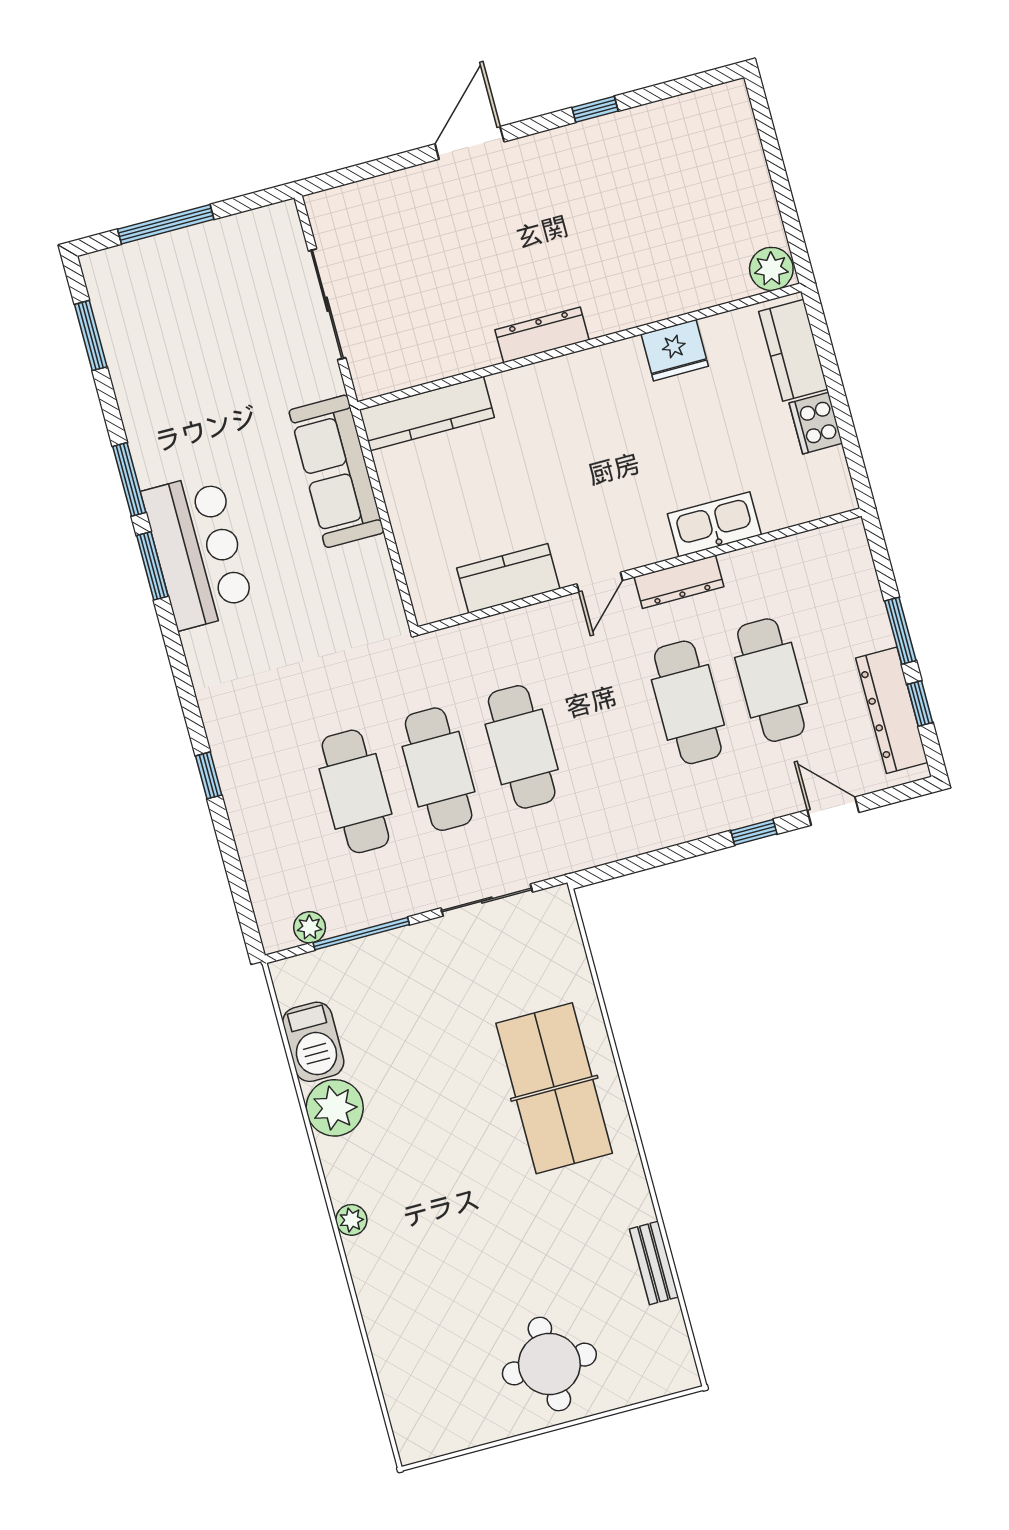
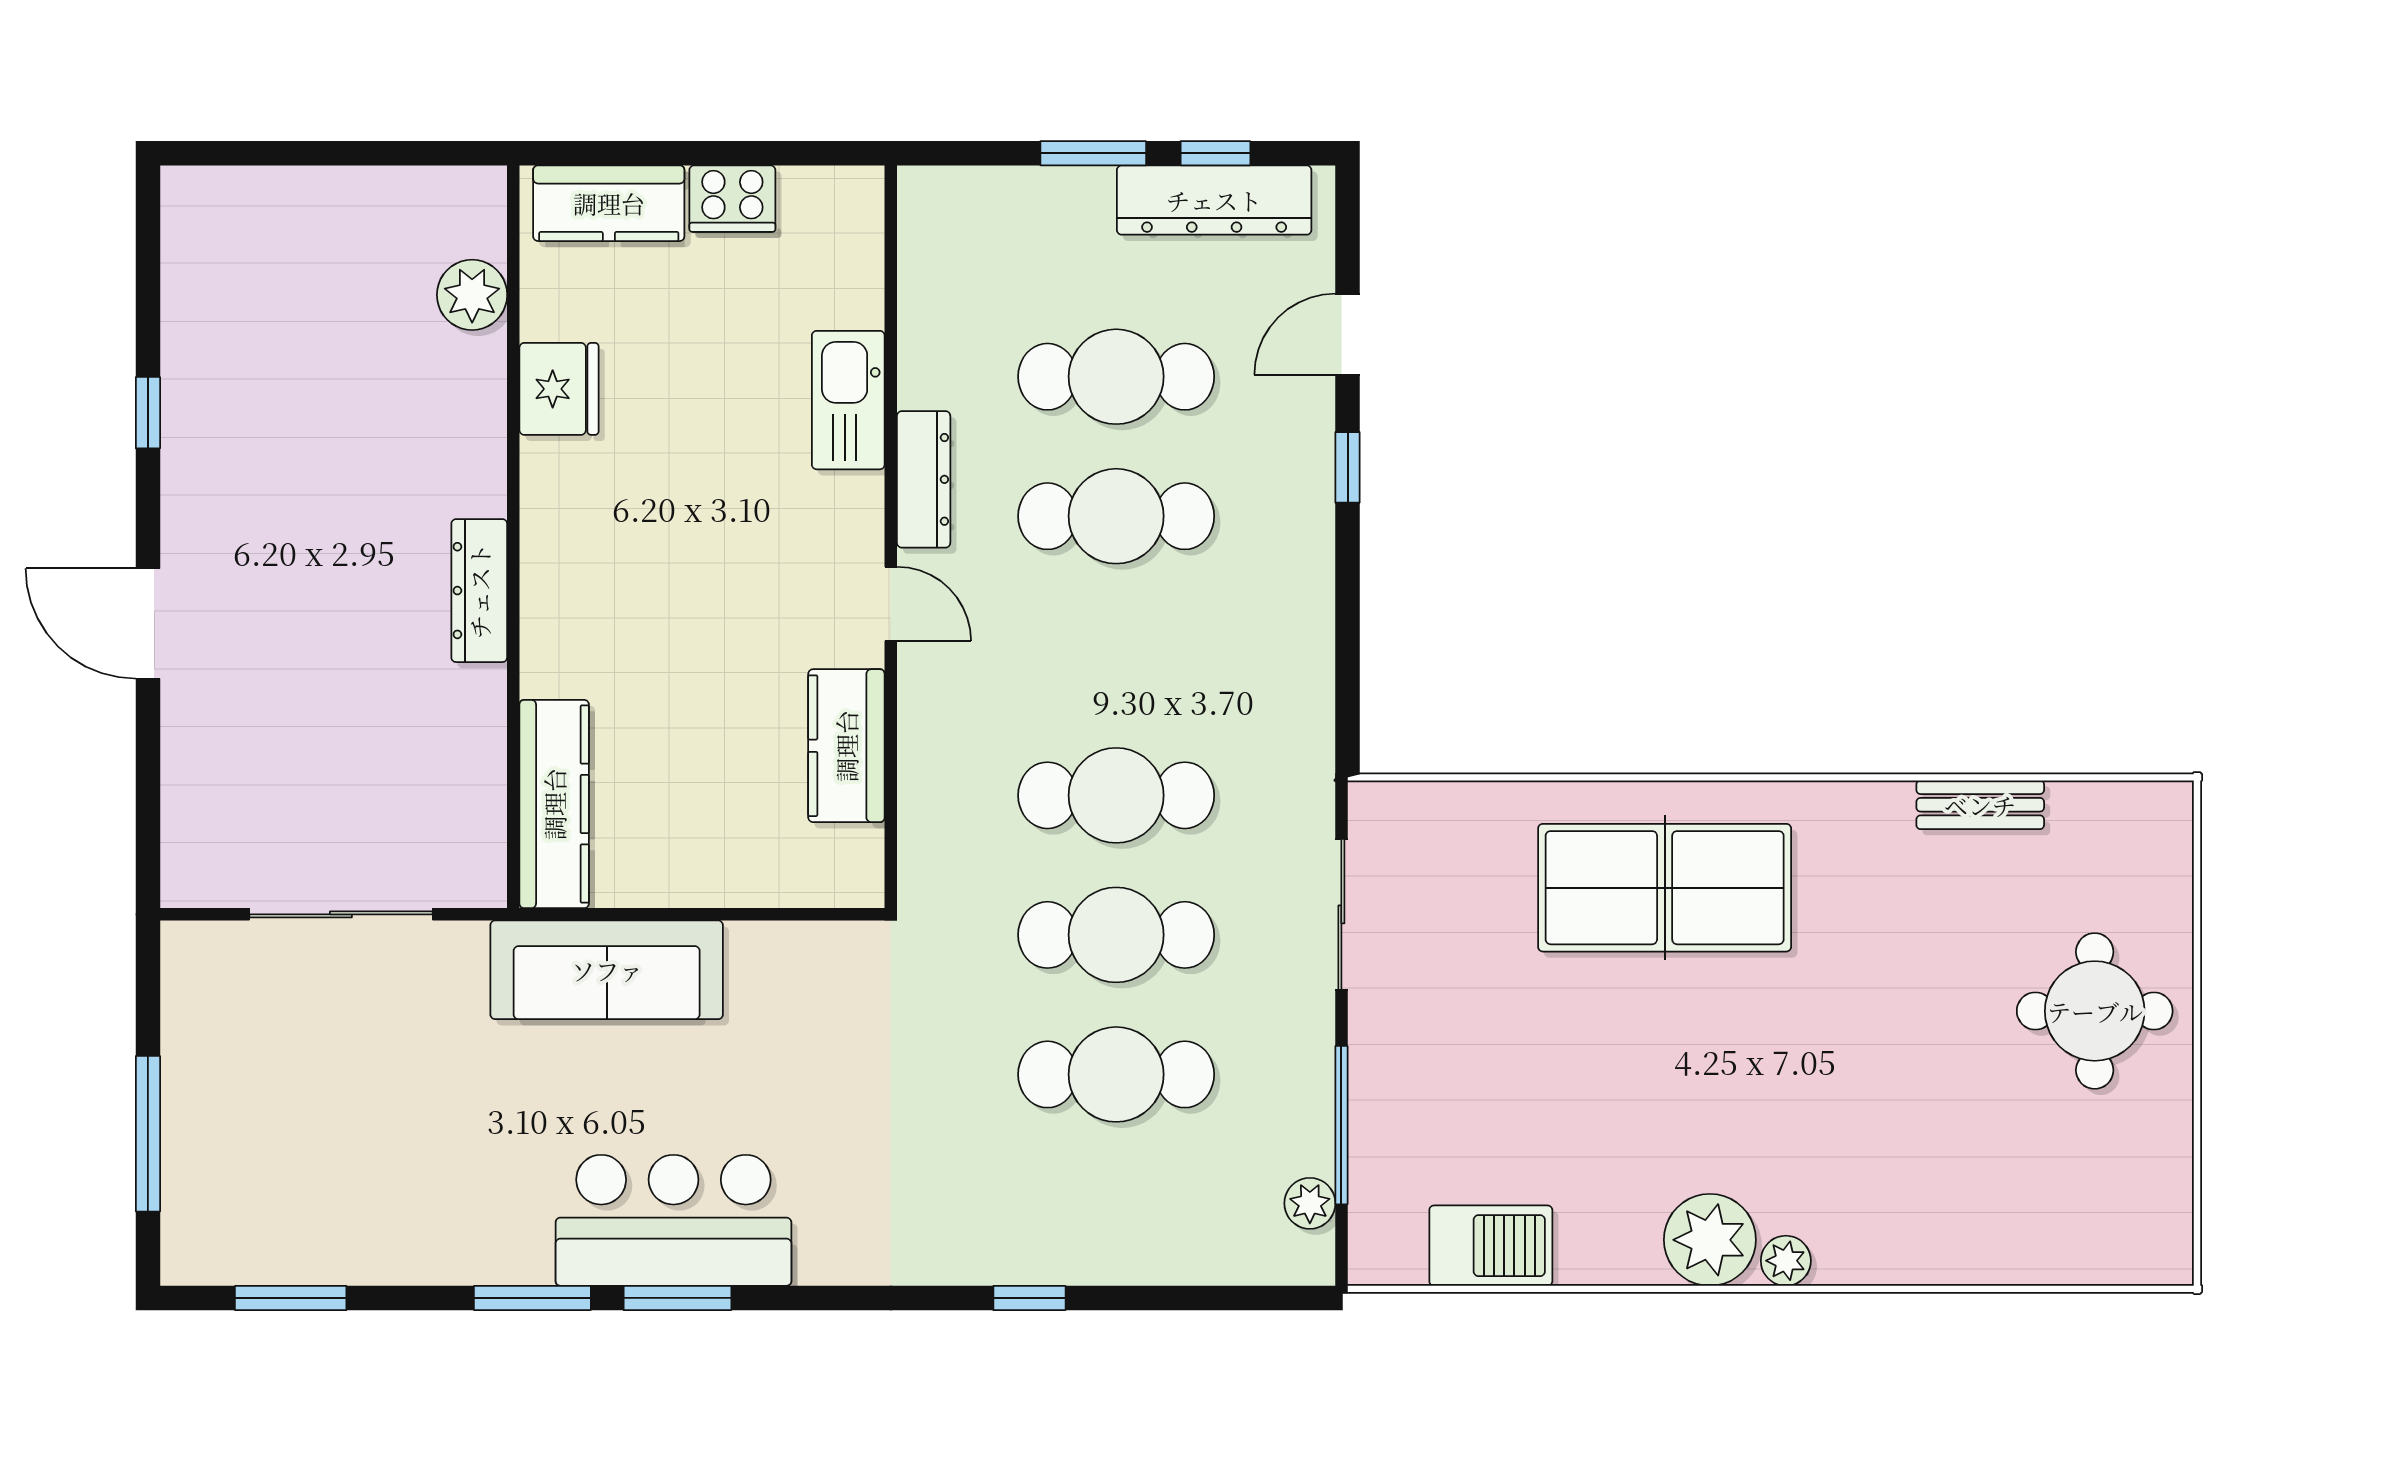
plant: (771, 269) -> (472, 295), moved
plant: (335, 1108) -> (1710, 1240), moved

